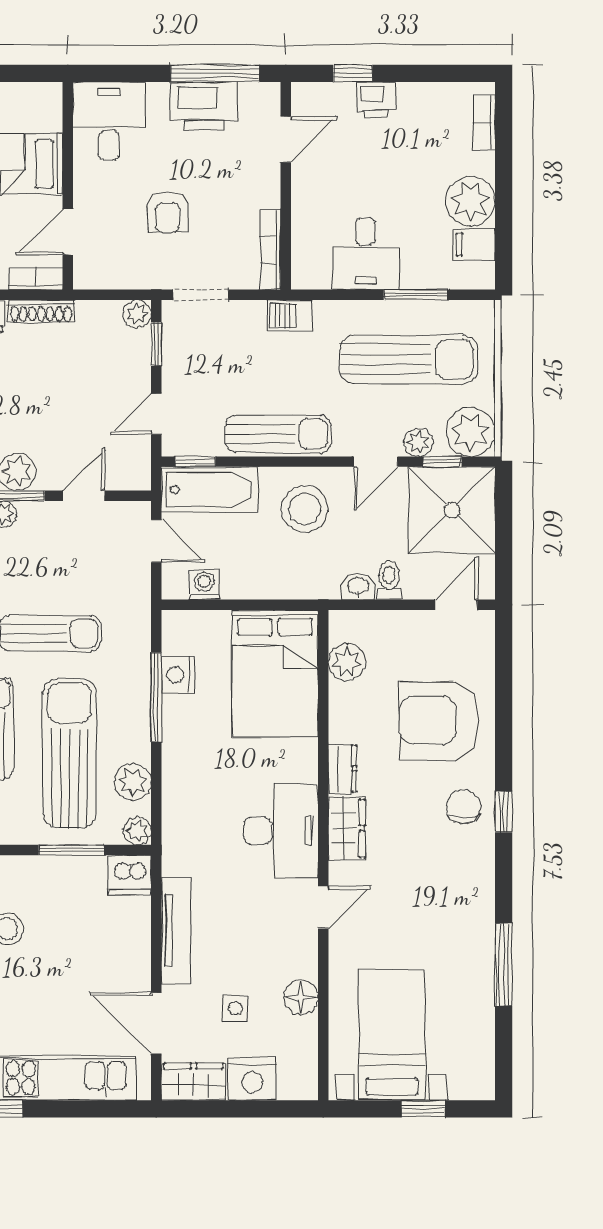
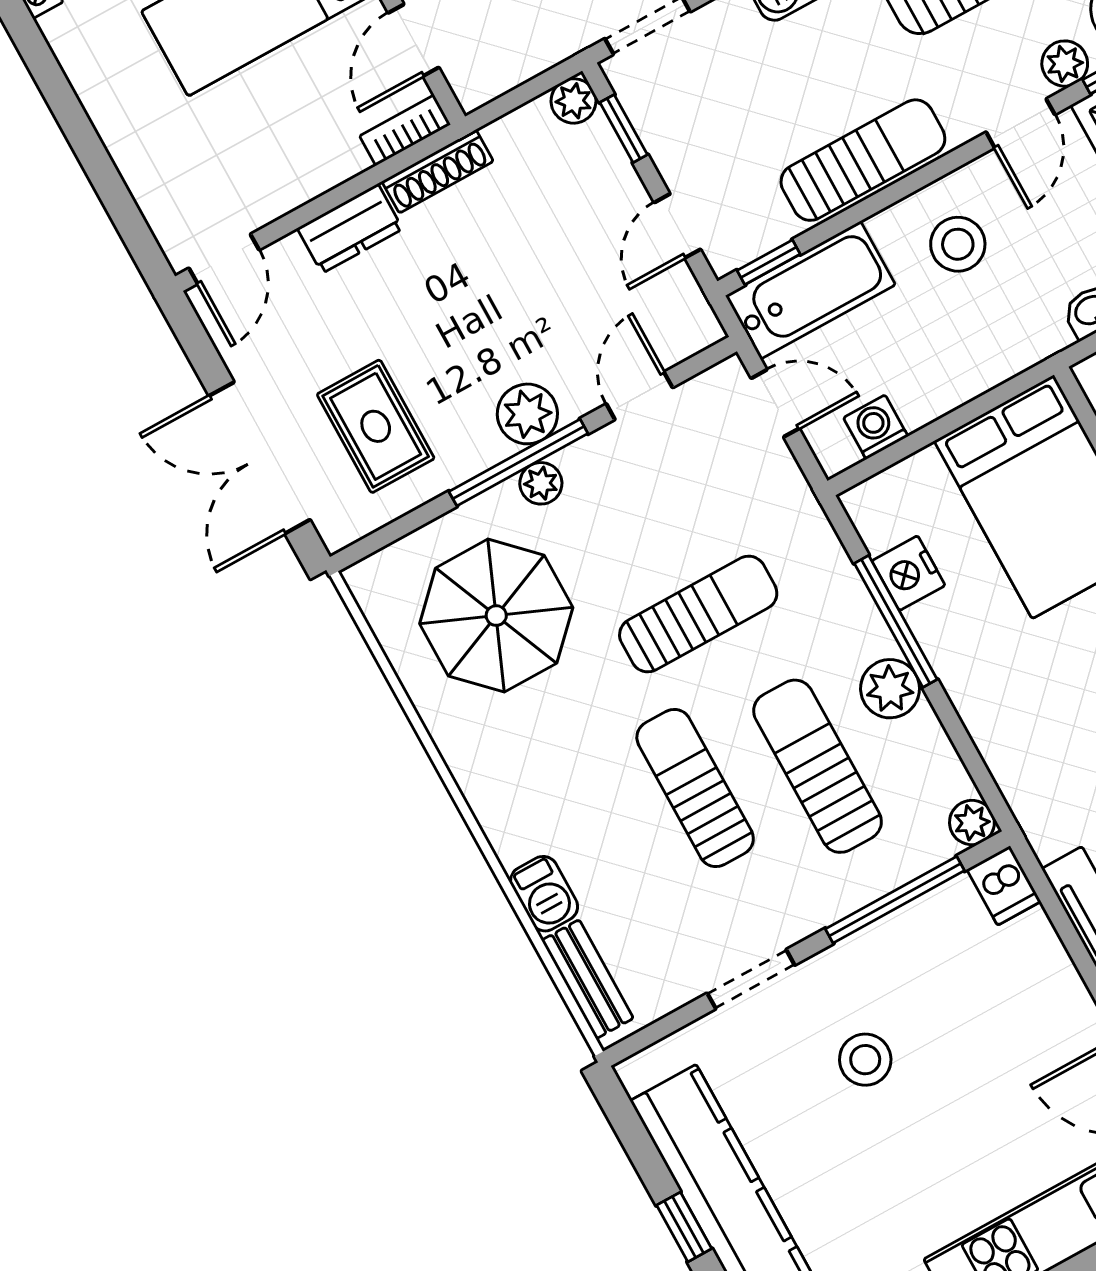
stool: (305, 509) -> (958, 244), width x0.73, depth x0.73
sun lounger: (69, 753) -> (818, 766), width x0.73, depth x0.75
plant: (133, 782) -> (890, 689), moved
window: (71, 850) -> (895, 900), width x1.44
dishwasher: (130, 875) -> (1004, 886), width x0.73

